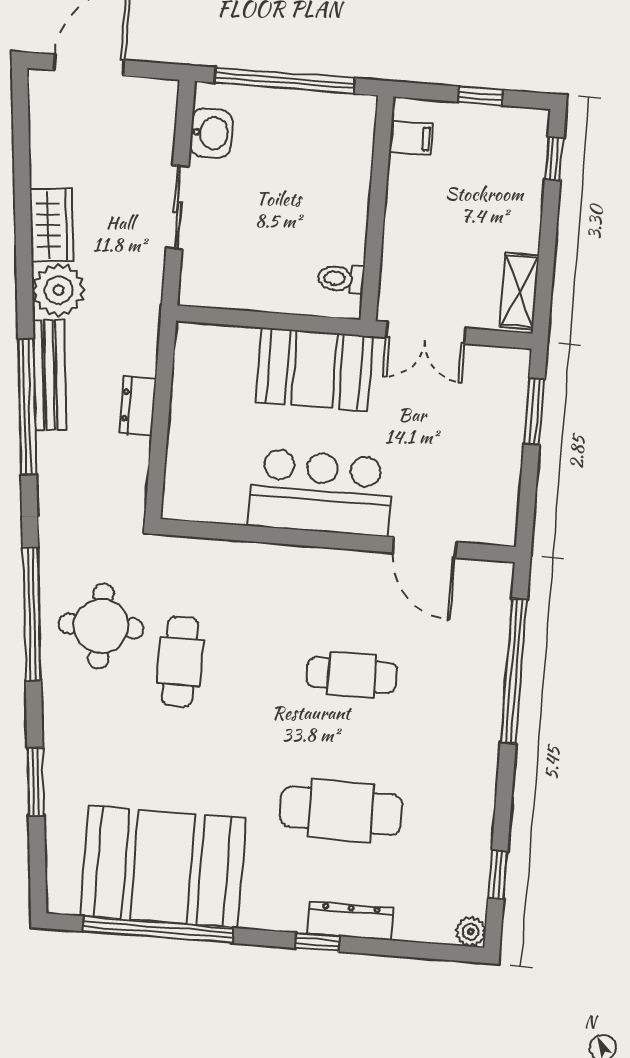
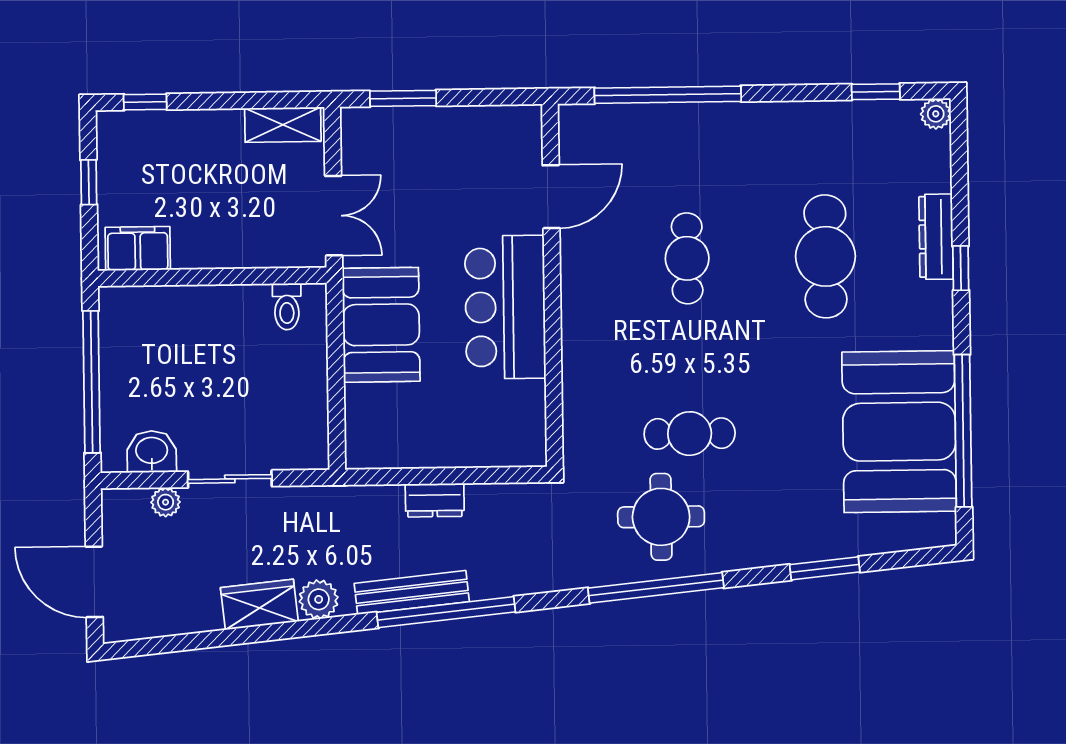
filing cabinet: (411, 138) -> (138, 249), width x2.00
plant: (160, 142) -> (166, 502), added
plant: (58, 290) -> (319, 599), width x0.73, depth x0.73

